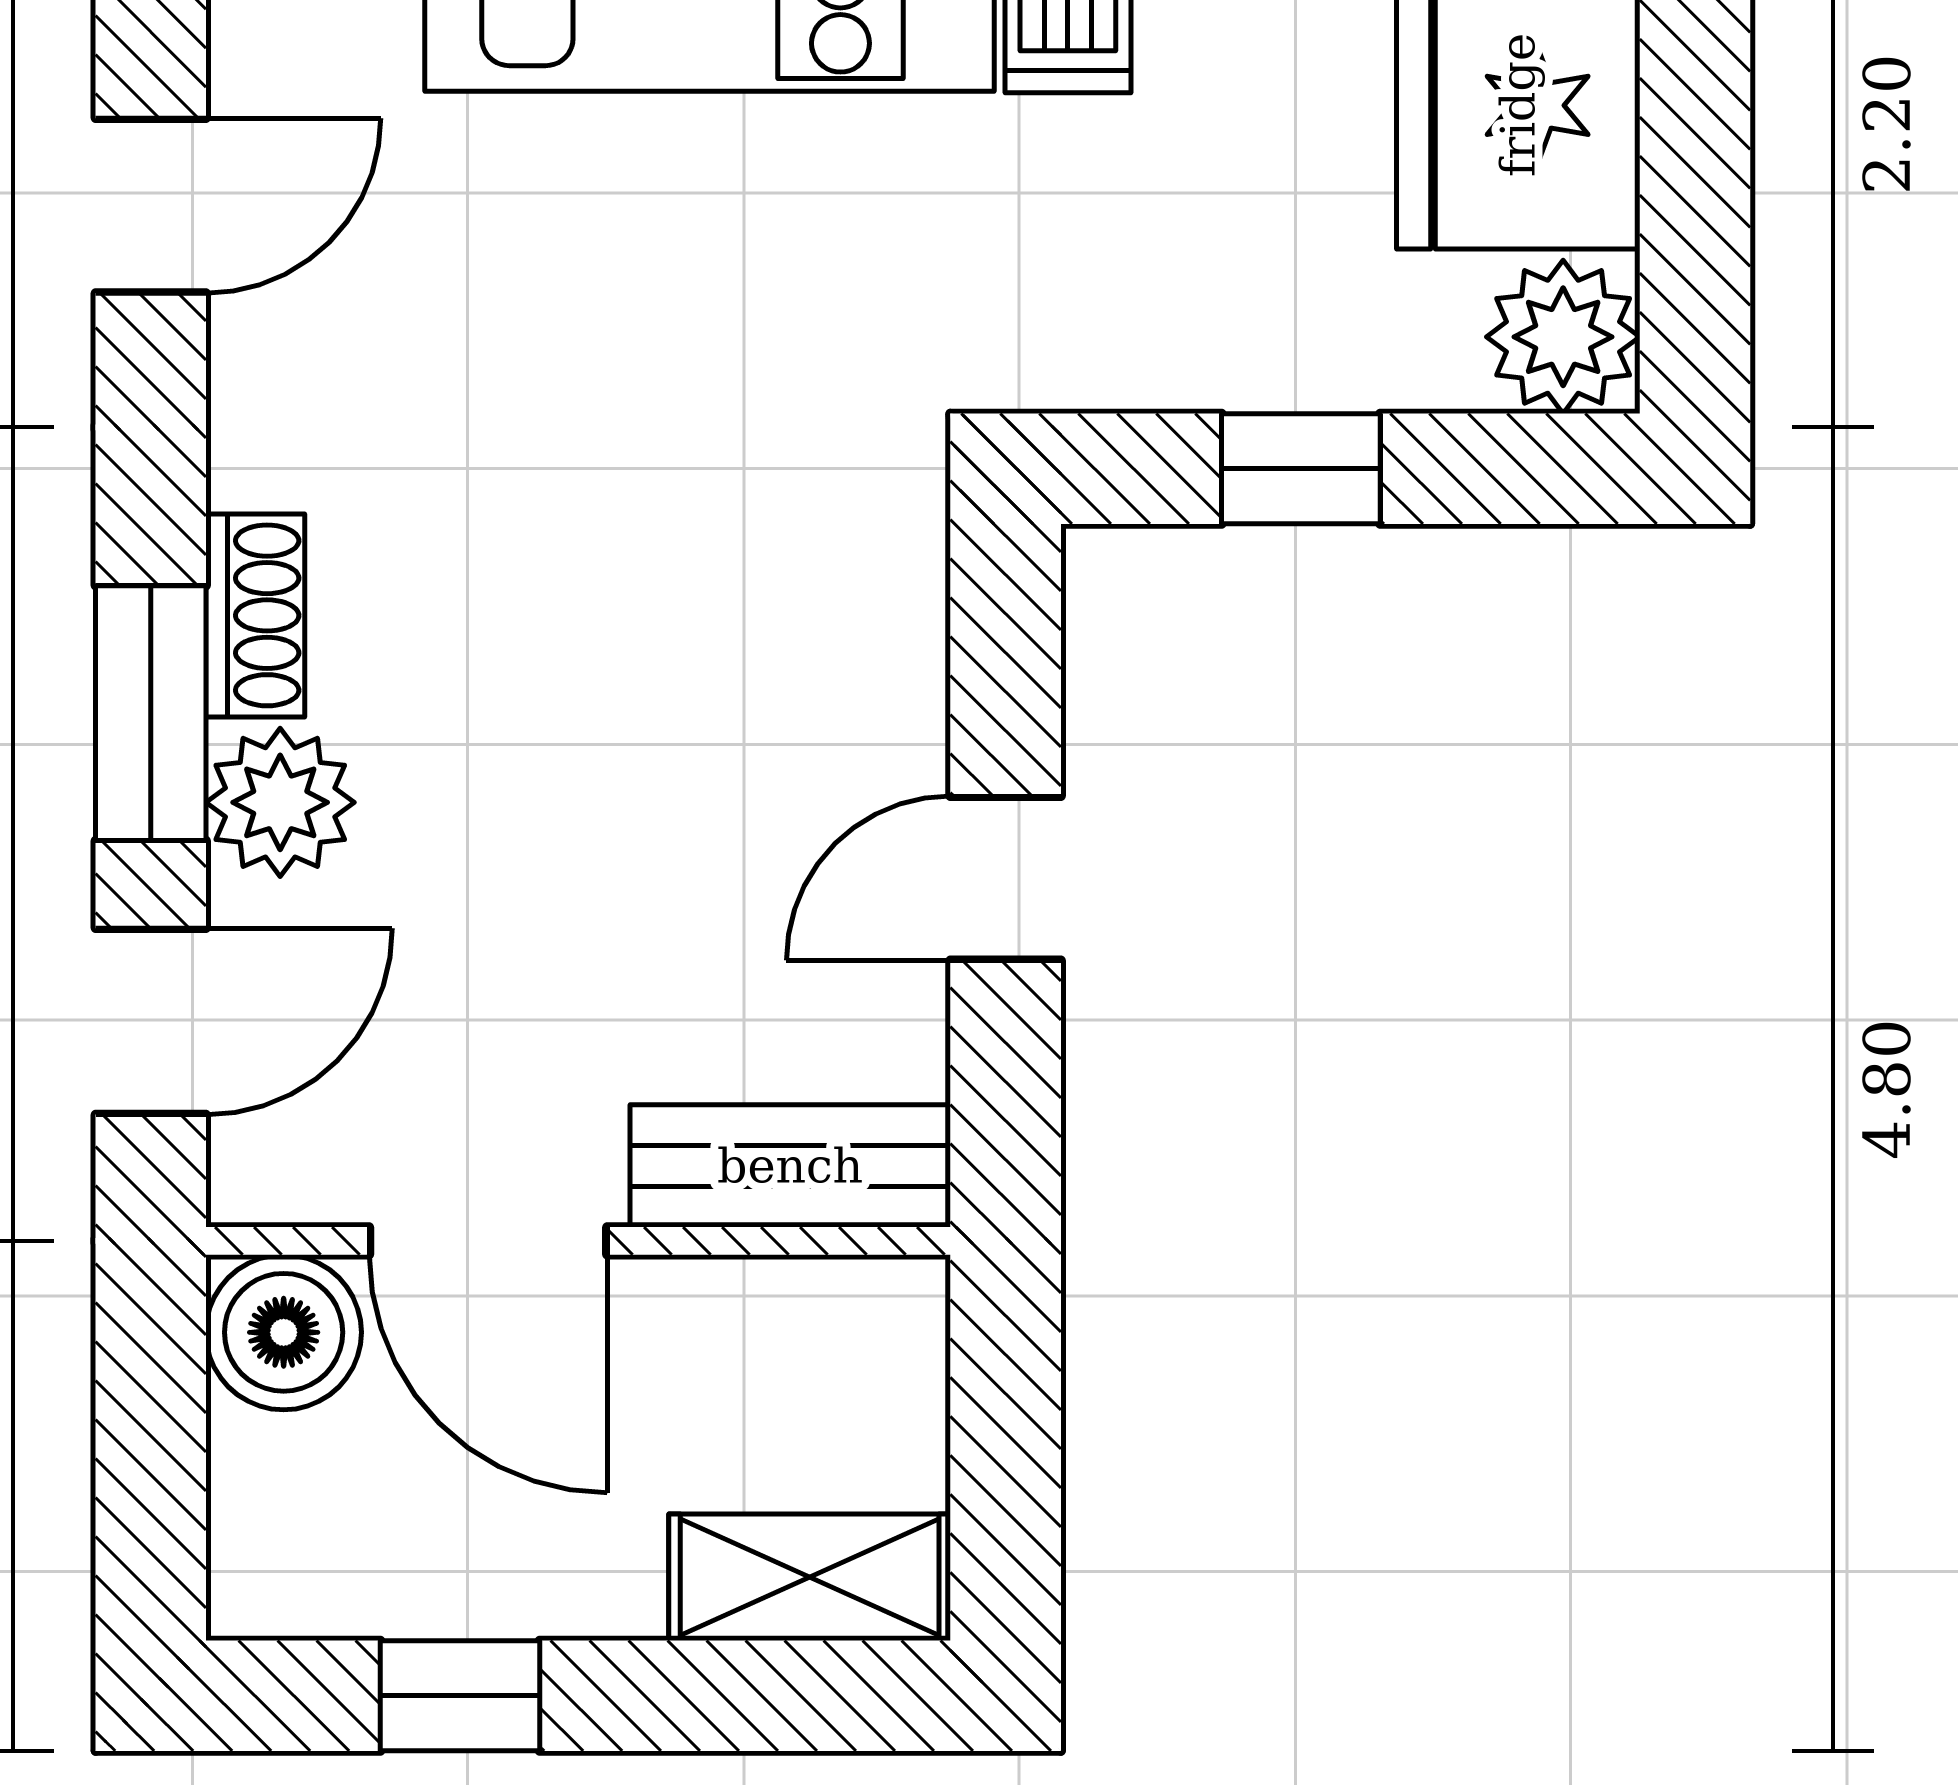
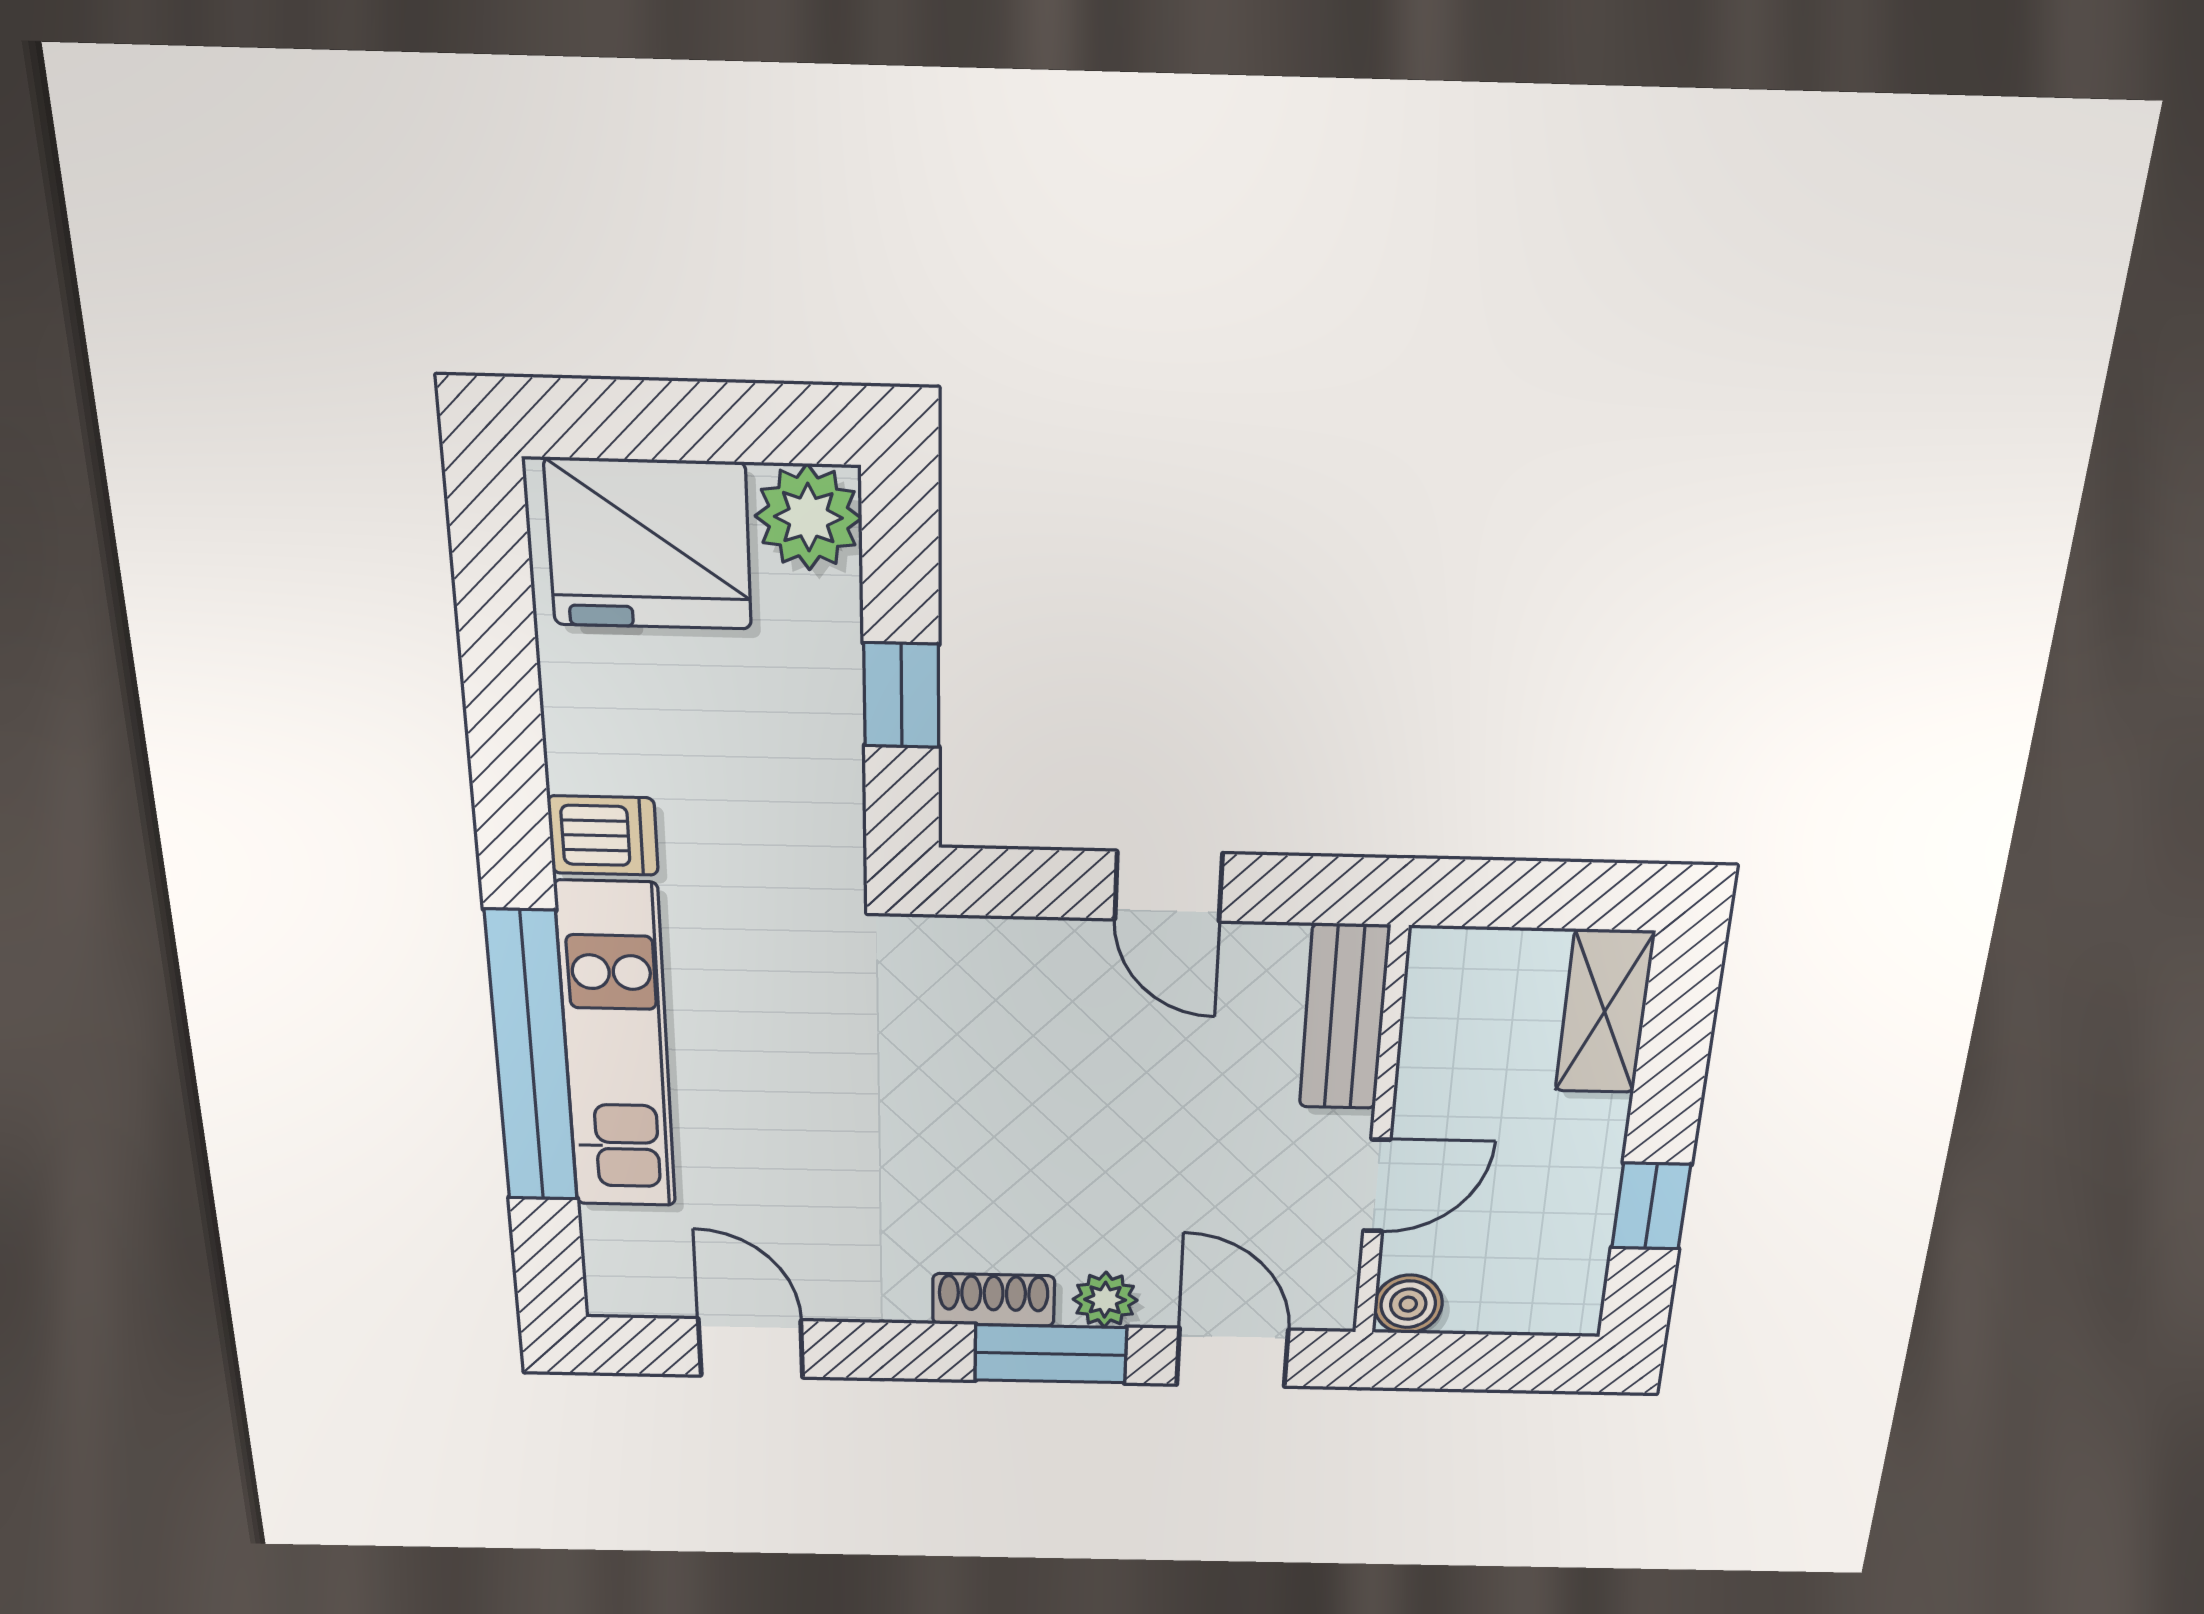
plant: (280, 802) -> (1105, 1300), width x0.73, depth x0.73
door: (488, 1241) -> (1377, 1186), width x0.73
boiler: (284, 1332) -> (1408, 1304), width x0.73, depth x0.73

